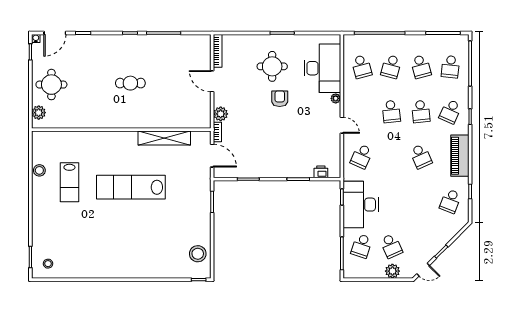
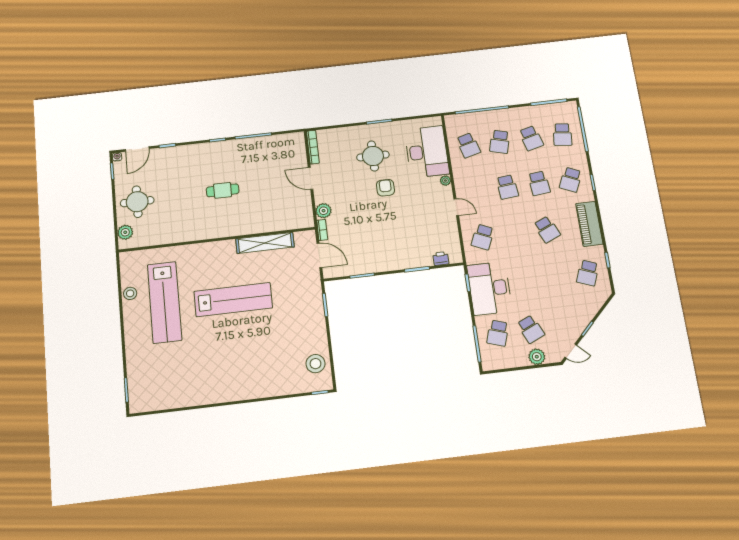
lab bench: (69, 182) -> (165, 302), width x1.86, depth x1.39
lab bench: (131, 187) -> (233, 300), turned 180
stool: (48, 264) -> (147, 395), removed

